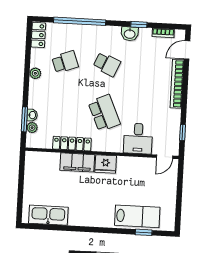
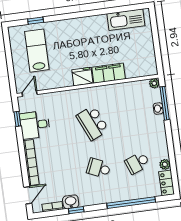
washbasin: (130, 34) -> (71, 202), moved
plant: (35, 73) -> (165, 164), moved
window: (24, 119) -> (165, 103), width x1.44
plant: (32, 128) -> (154, 83), moved
desk: (138, 139) -> (35, 125), moved, turned -90
locker: (72, 144) -> (117, 89), removed
lab bench: (137, 216) -> (37, 51), moved, turned 90

